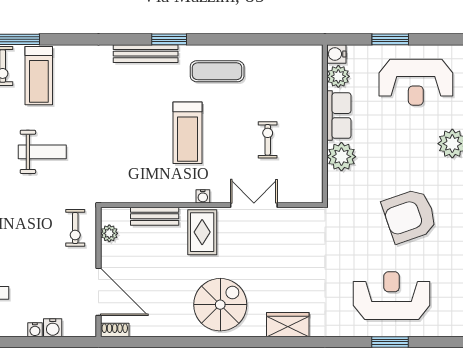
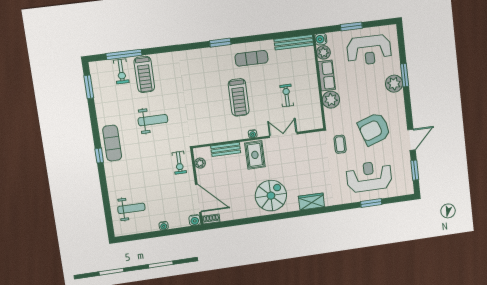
bench: (146, 54) -> (294, 42), moved
coffee table: (348, 234) -> (340, 144), added
water cooler: (53, 328) -> (195, 220), moved

